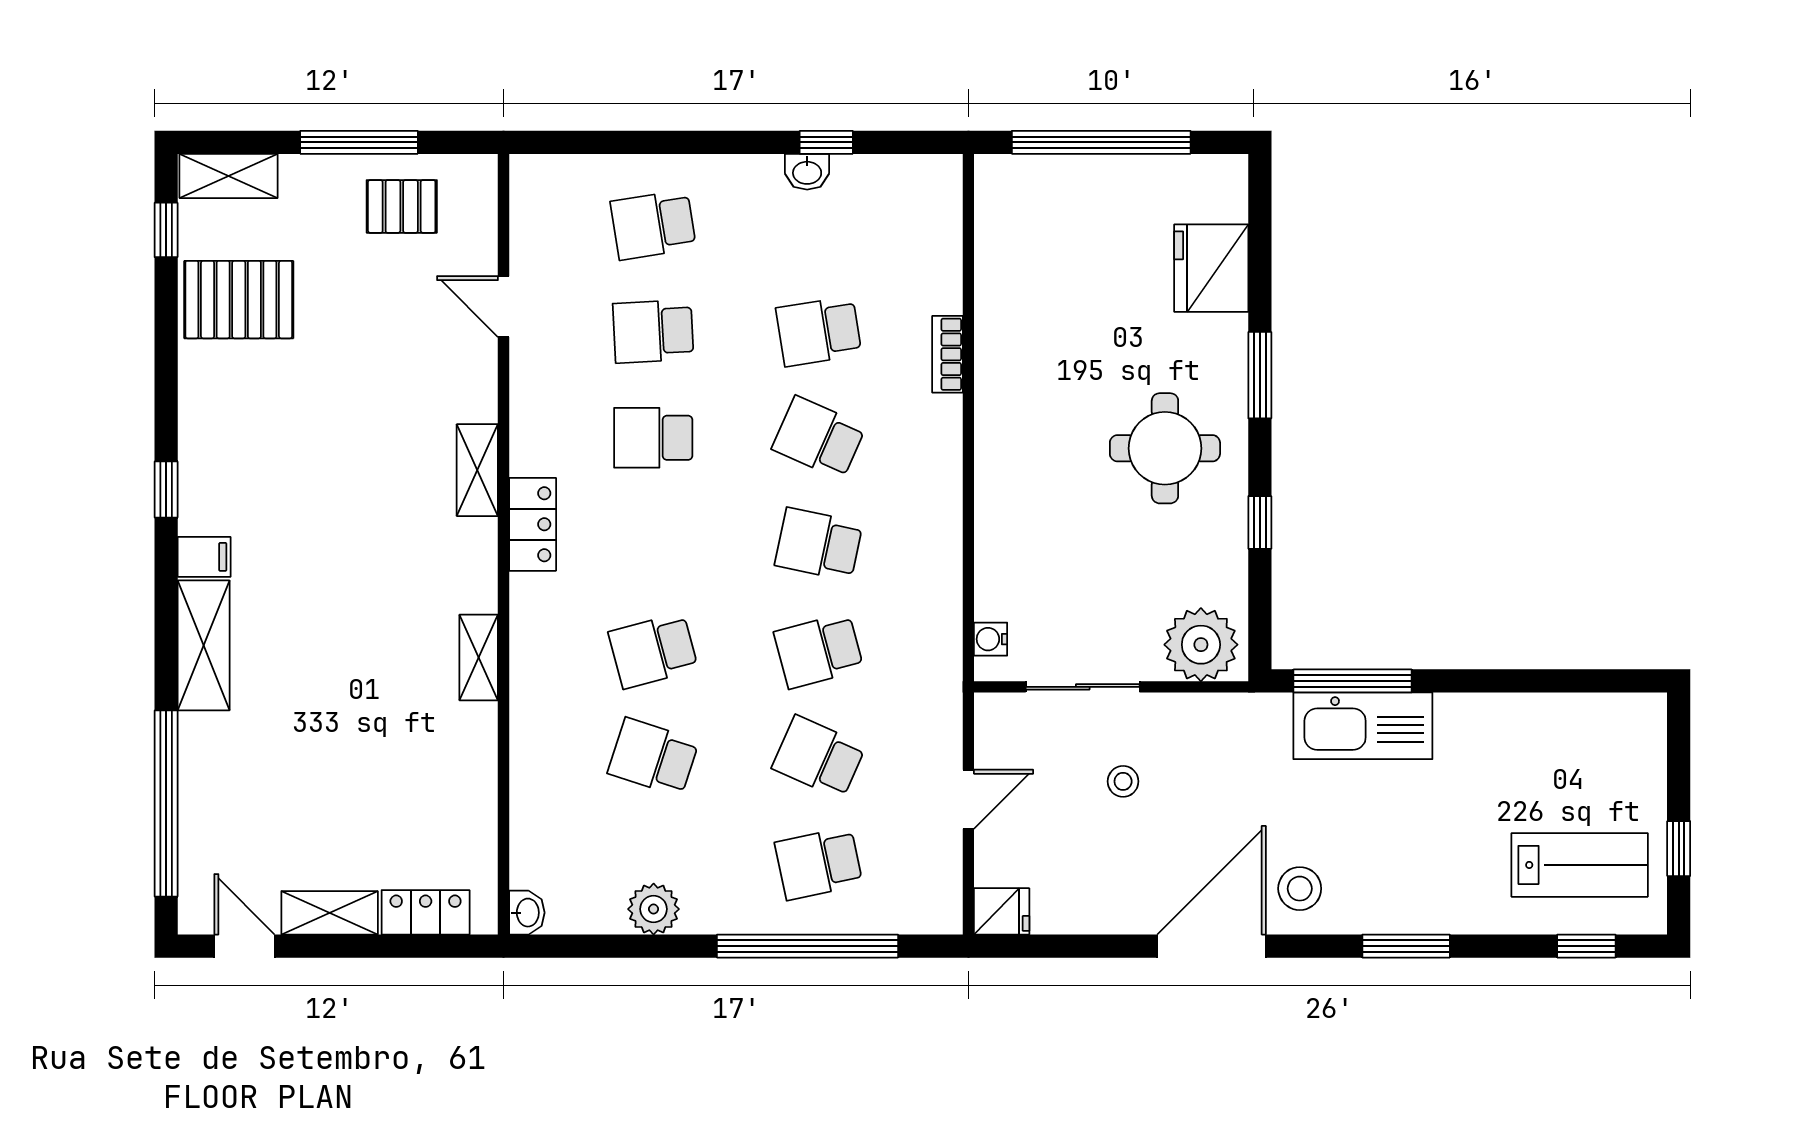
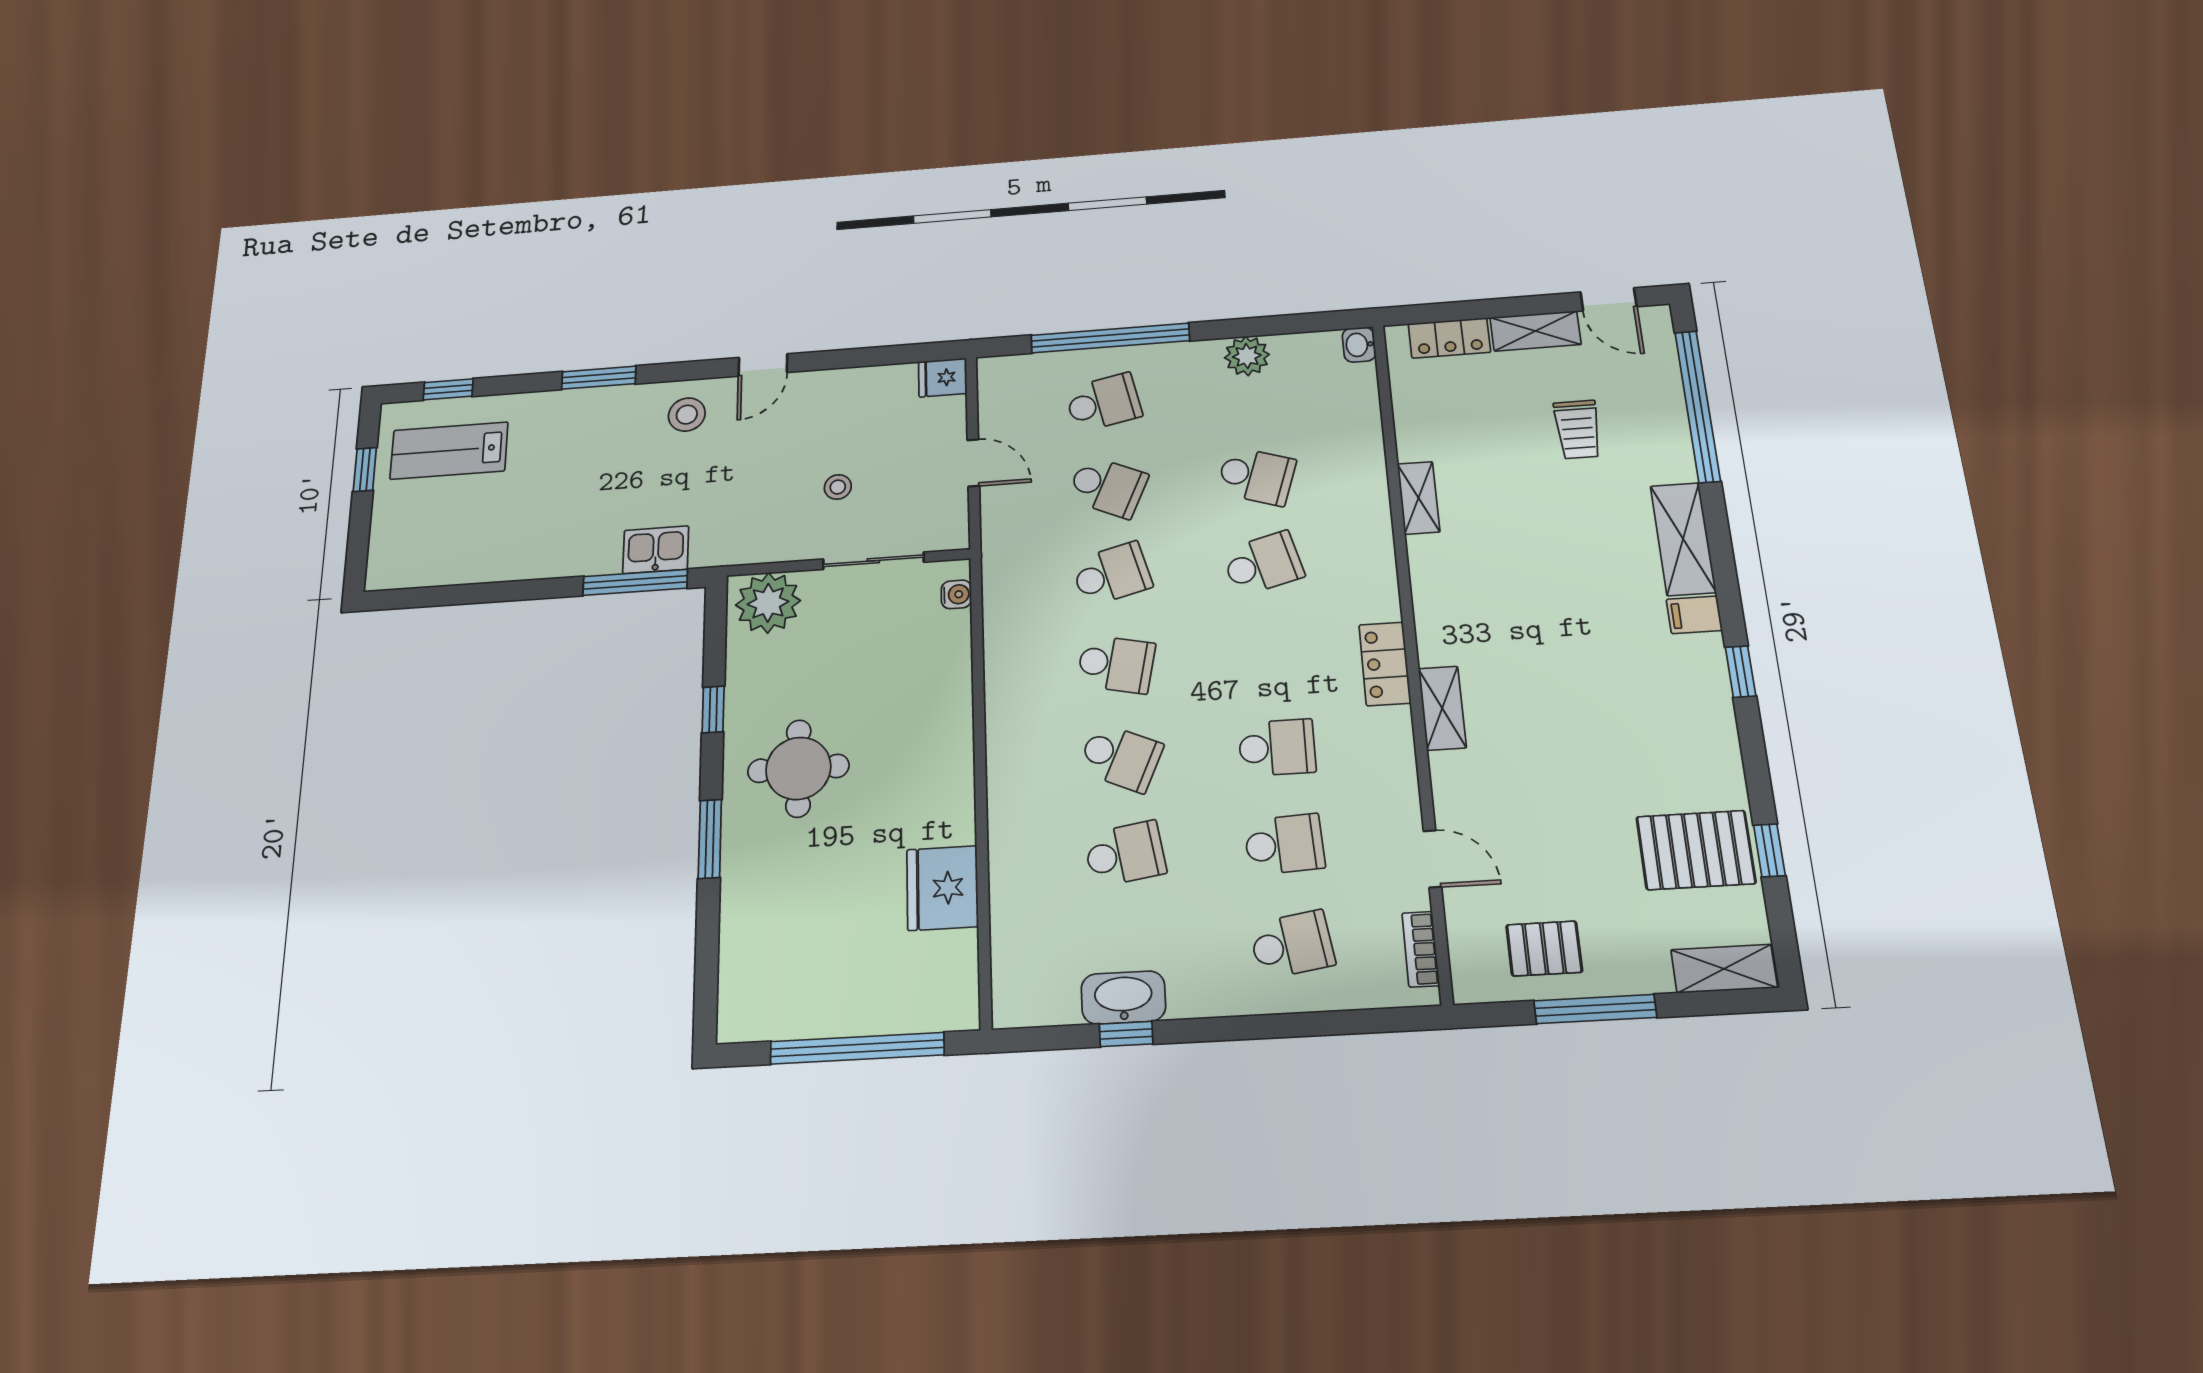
washbasin: (807, 172) -> (1123, 998), width x1.91, depth x1.45
window: (166, 230) -> (1769, 850), moved
fridge: (1211, 268) -> (942, 888), moved, turned 180
bookcase: (948, 354) -> (1421, 949), moved, turned 180
shelving: (479, 658) -> (1418, 498), moved
kitchen sink: (1363, 726) -> (656, 550), width x0.53, depth x0.81
trolley: (298, 786) -> (1578, 429), added
door: (968, 799) -> (973, 463), swing flipped
door: (1211, 946) -> (763, 365), width x0.53

